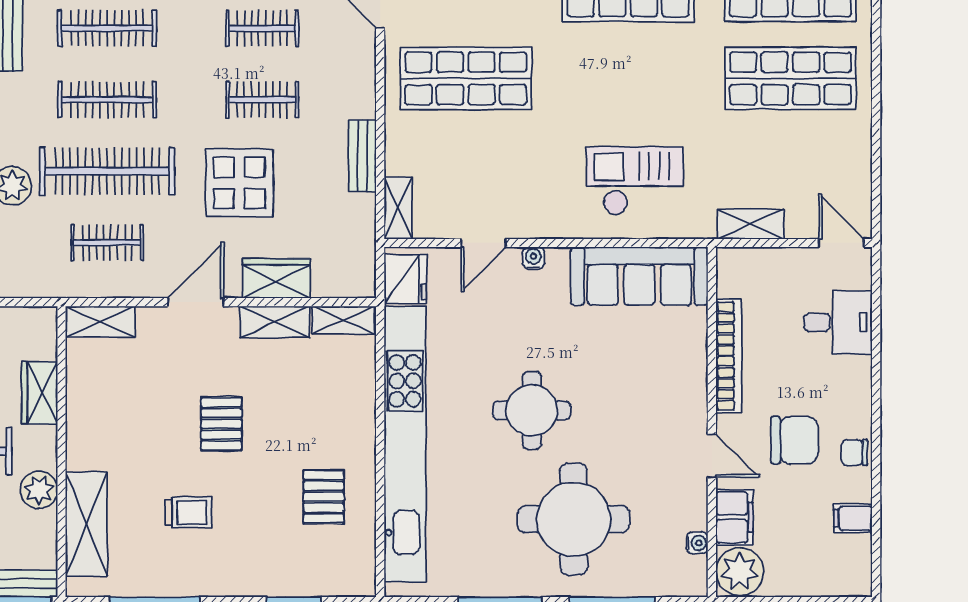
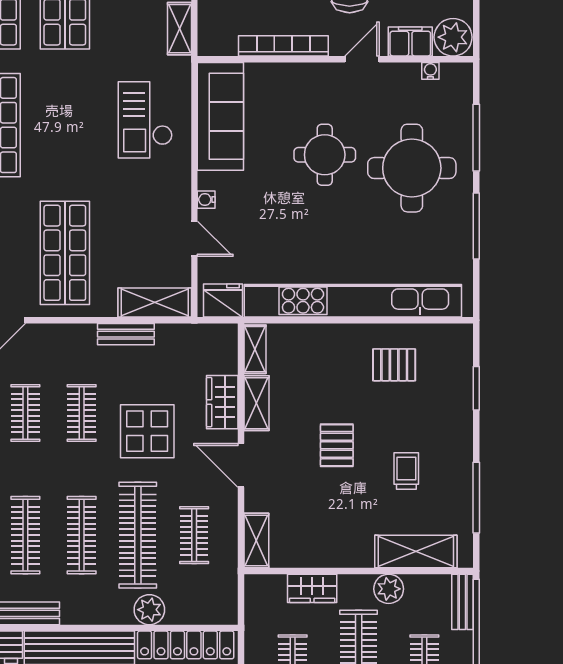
shelving: (398, 208) -> (155, 303), width x1.50, depth x1.33
round table: (532, 410) -> (325, 155), moved
pallet: (221, 424) -> (337, 445), turned 90

